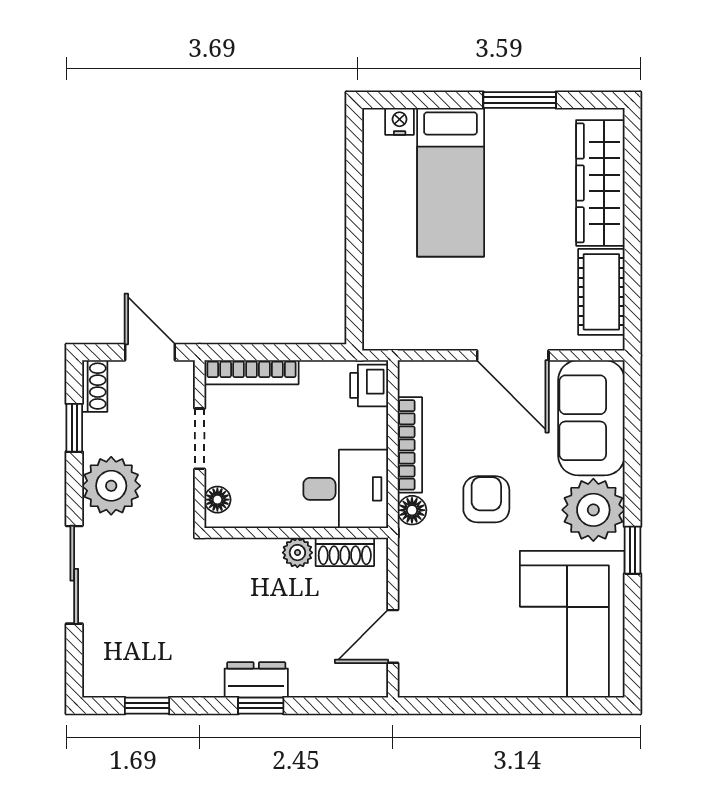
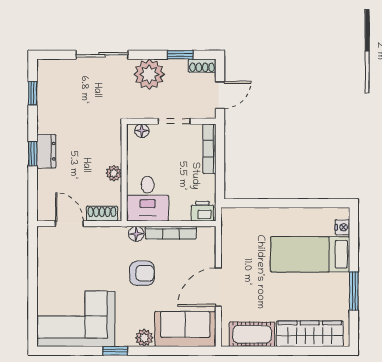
plant: (593, 510) -> (144, 338), width x0.53, depth x0.53
shoe rack: (345, 552) -> (102, 214), moved, turned 90

